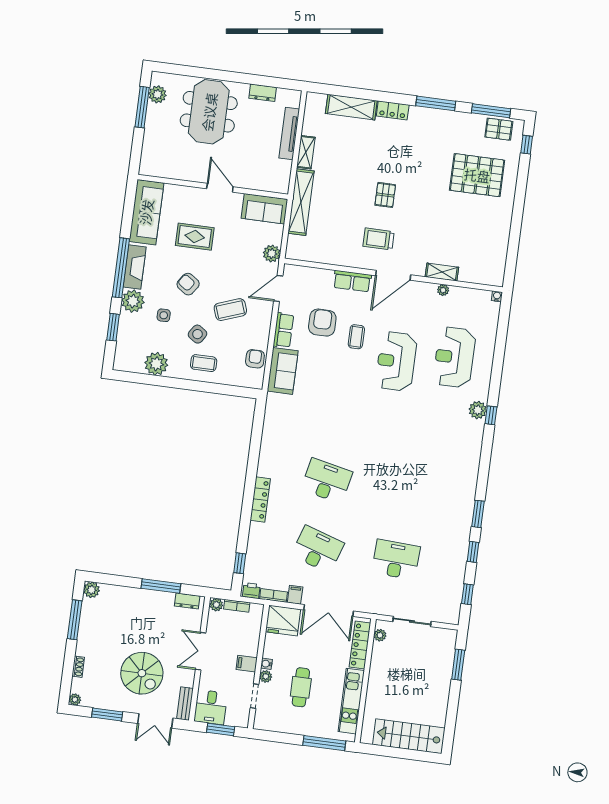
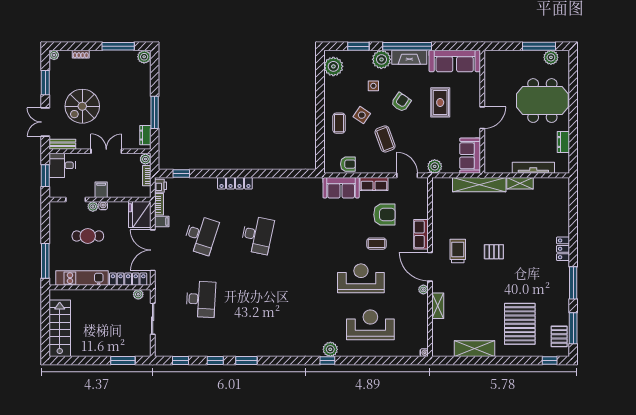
shelving: (351, 107) -> (474, 349), moved, turned 90
plant: (443, 290) -> (423, 290), moved
plant: (156, 364) -> (333, 66), moved

